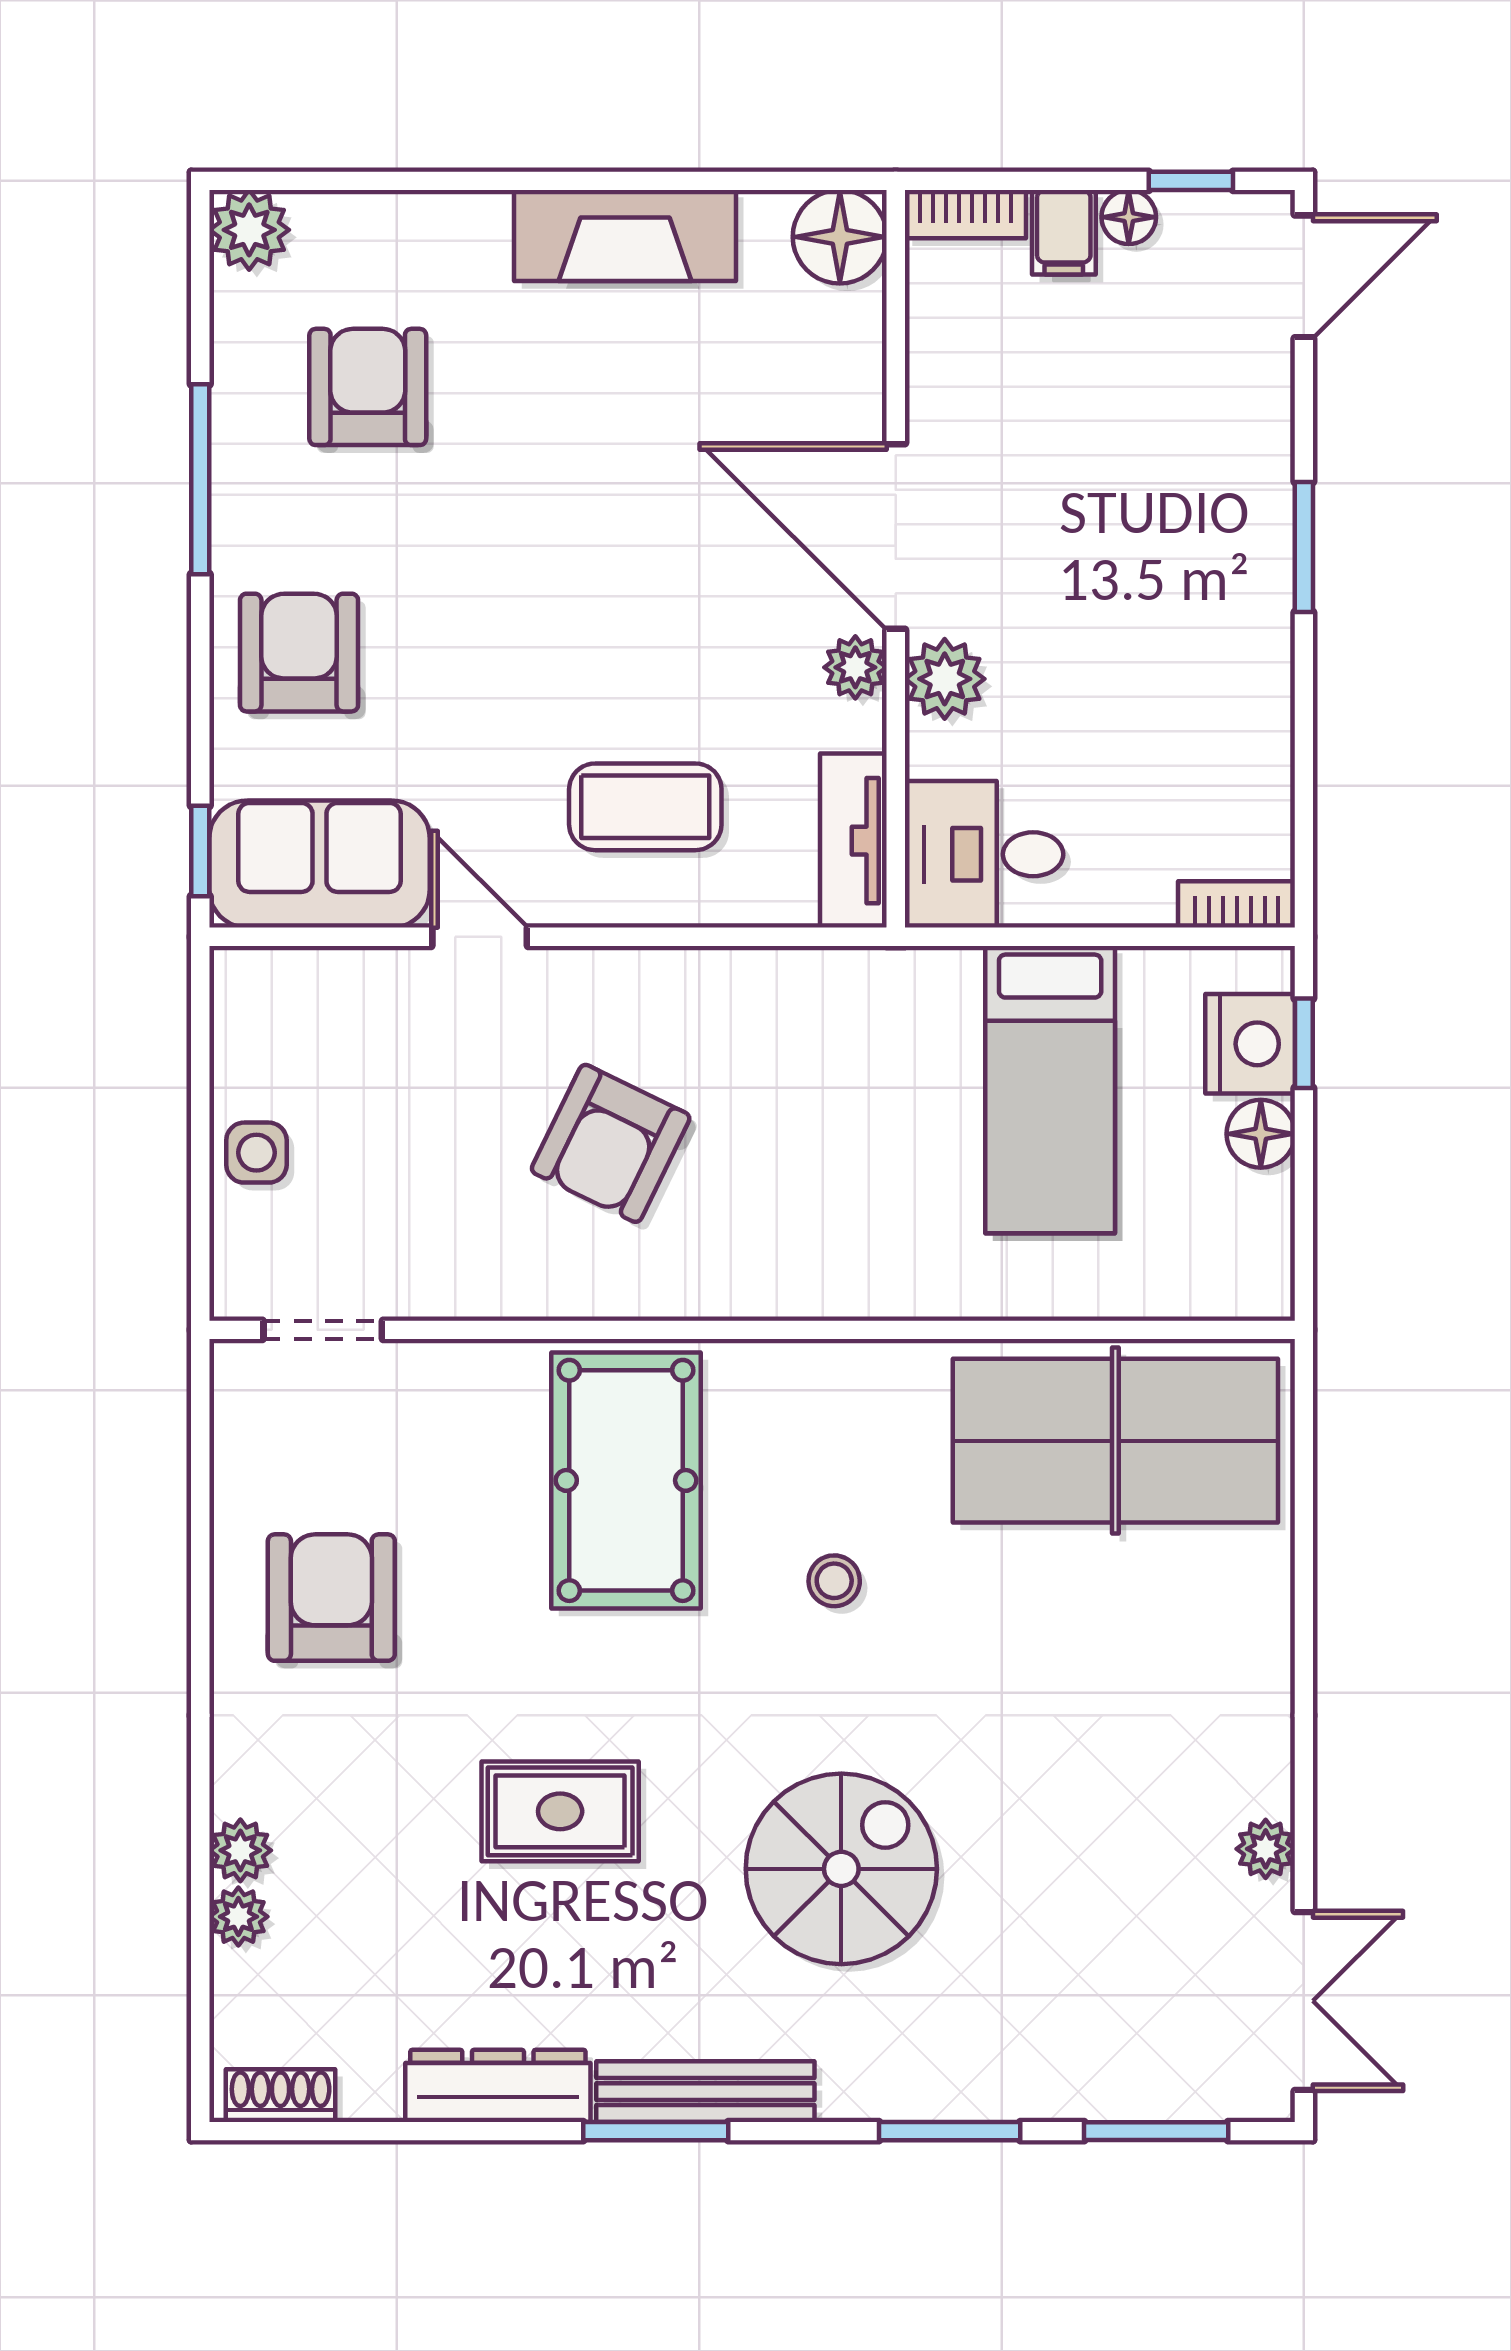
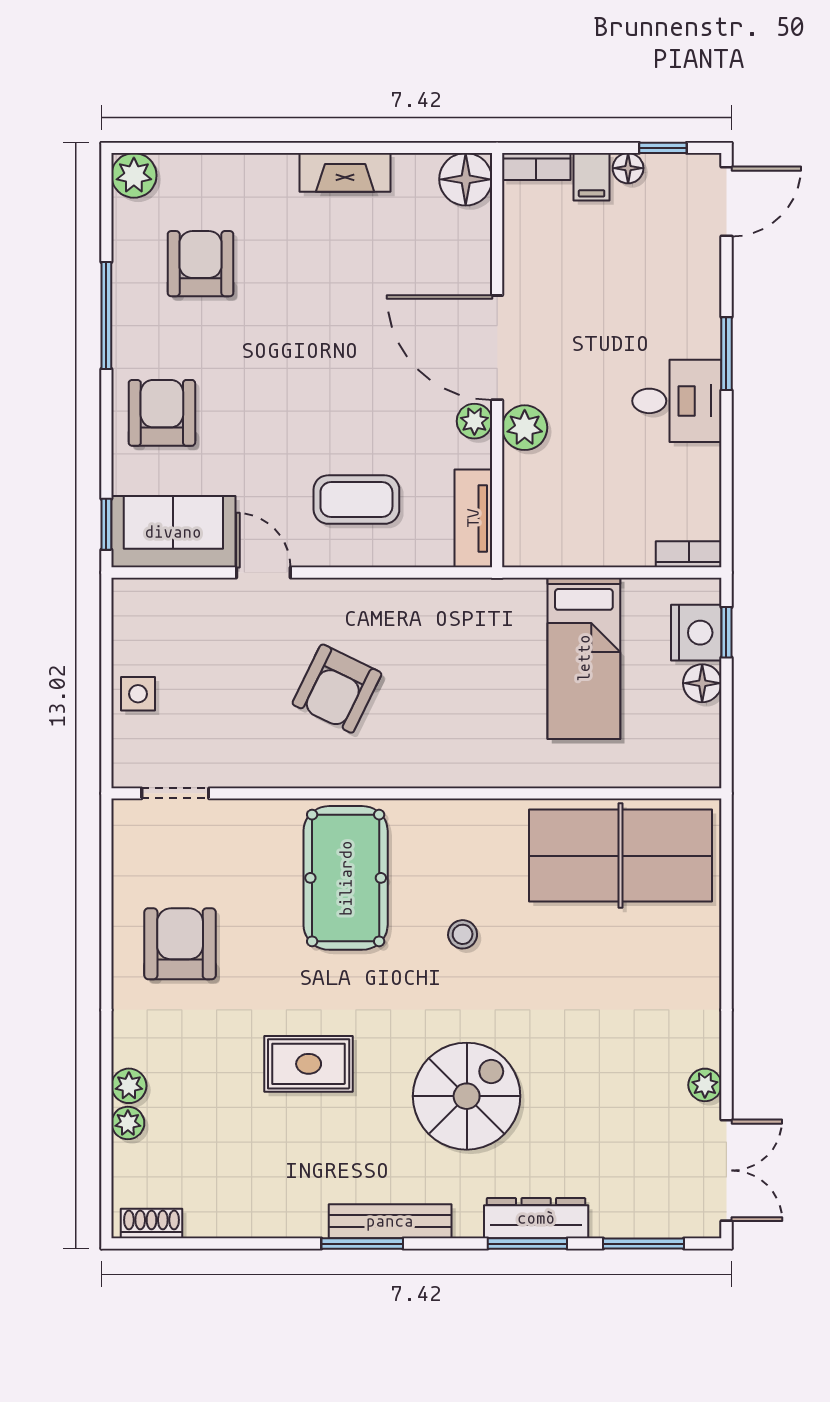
fireplace: (625, 235) -> (345, 172), width x0.73, depth x0.76
desk: (984, 854) -> (677, 401), moved, turned 180
dresser: (498, 2086) -> (536, 1218), moved

